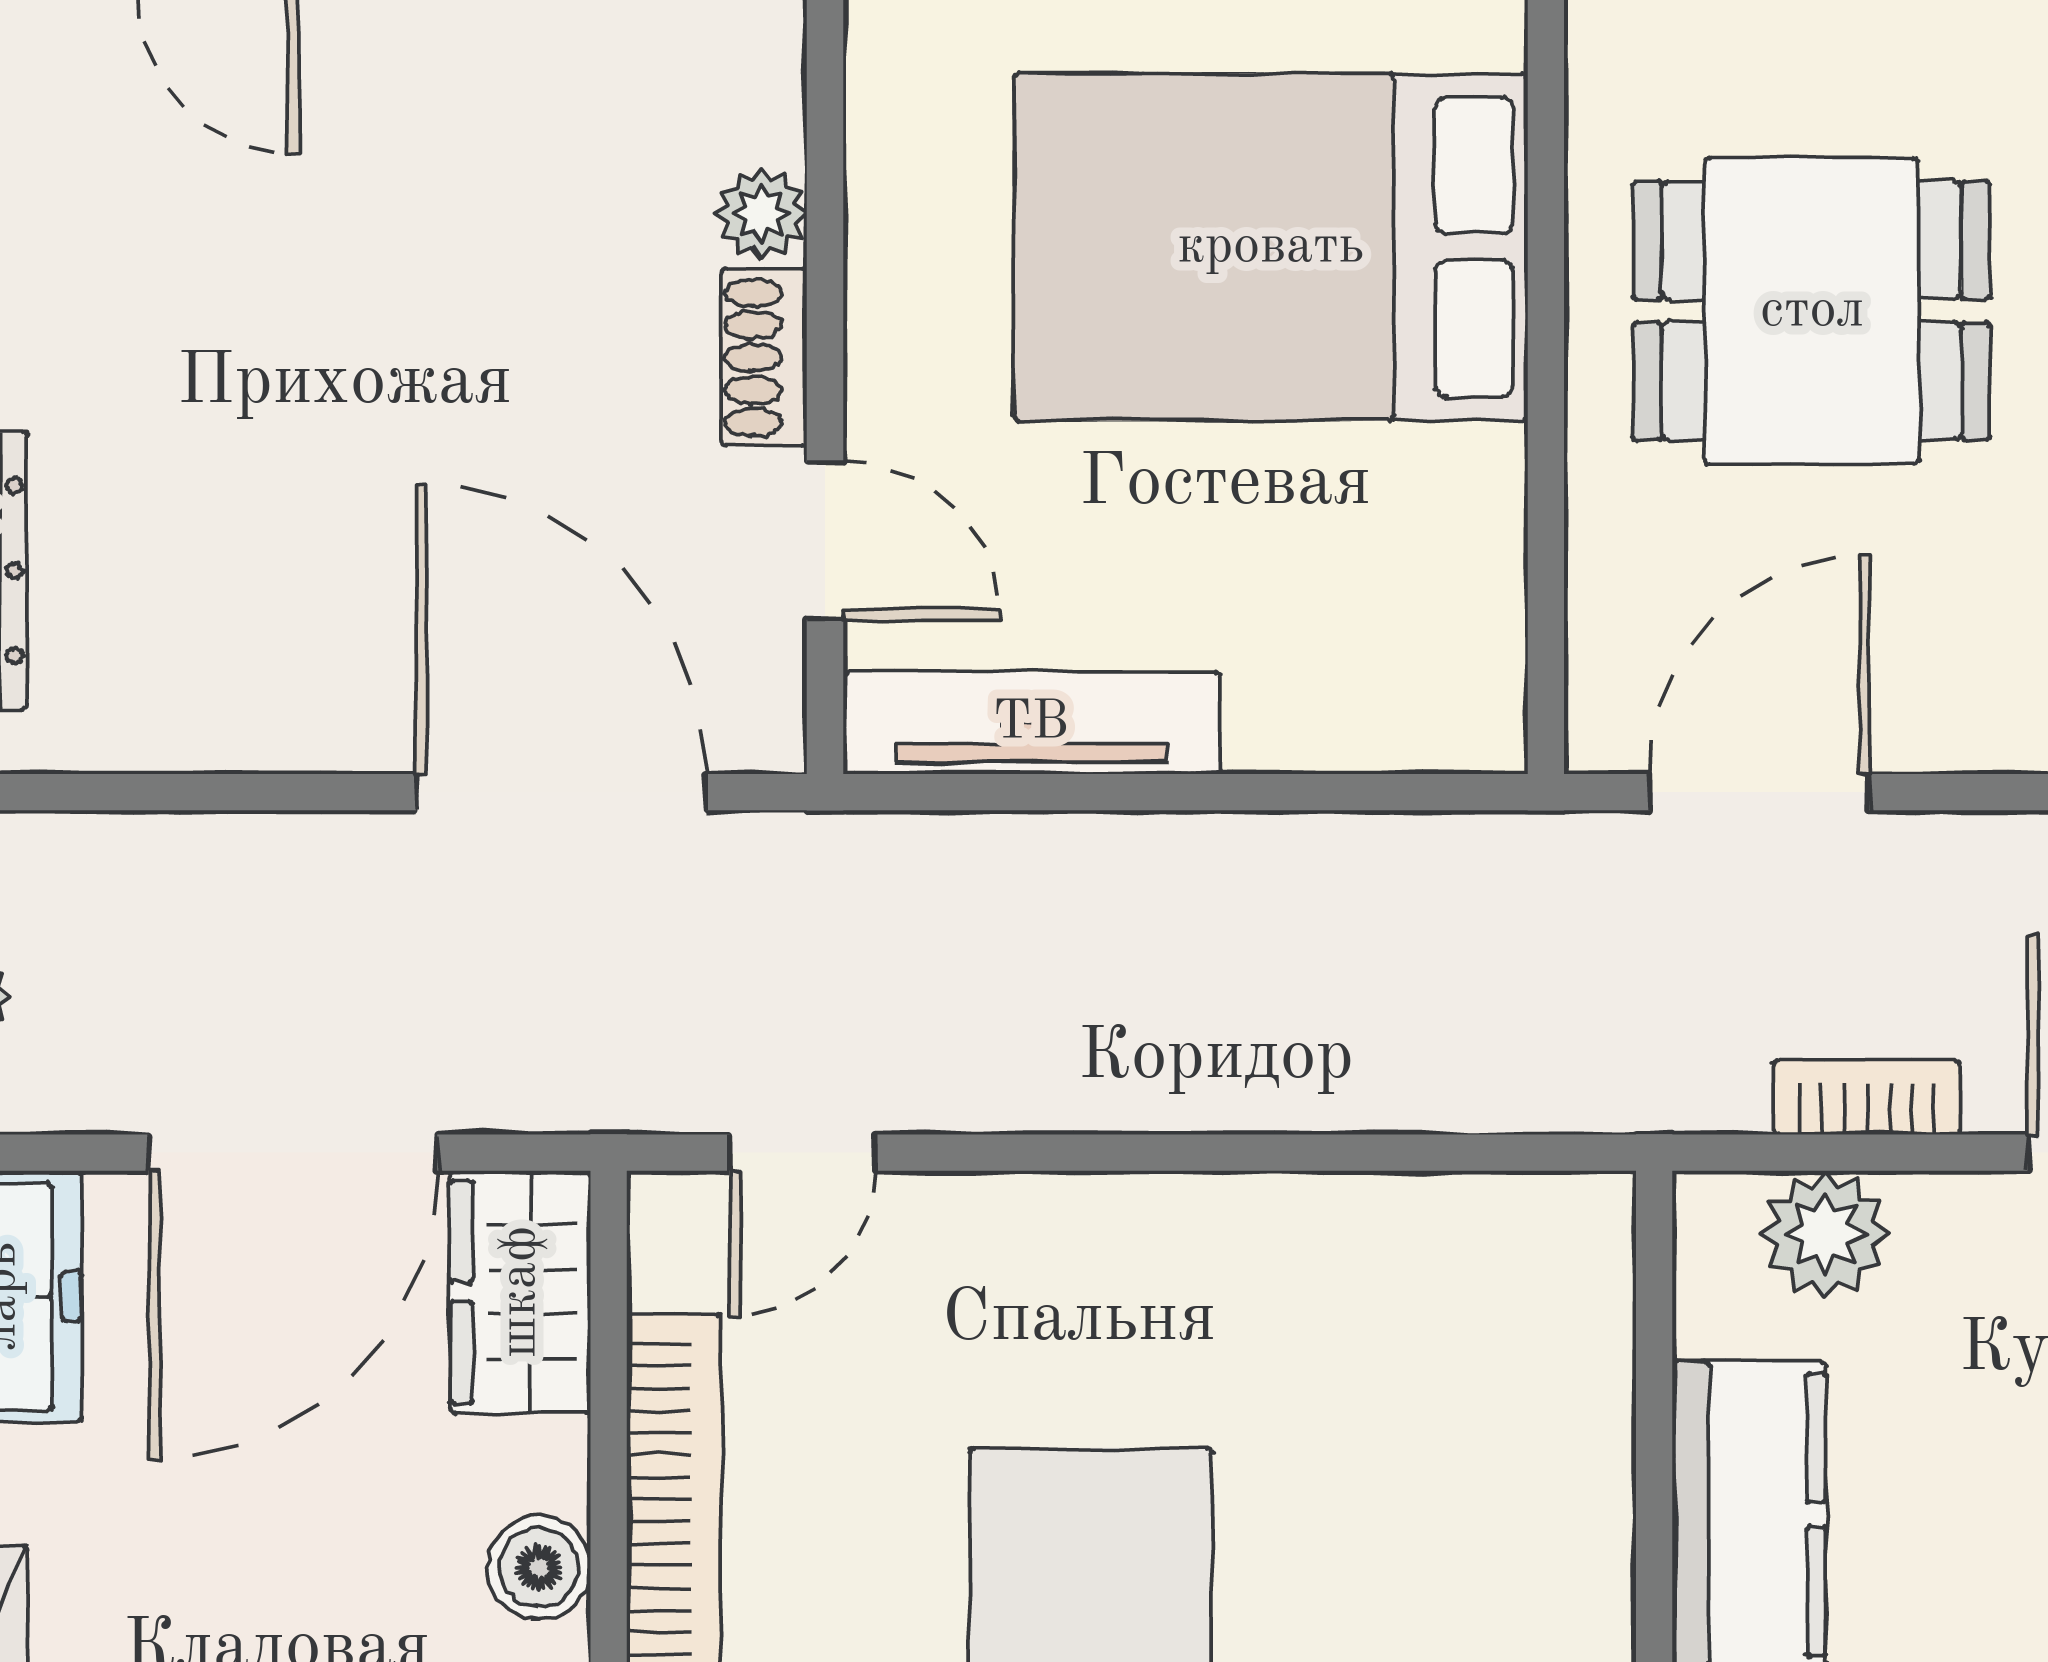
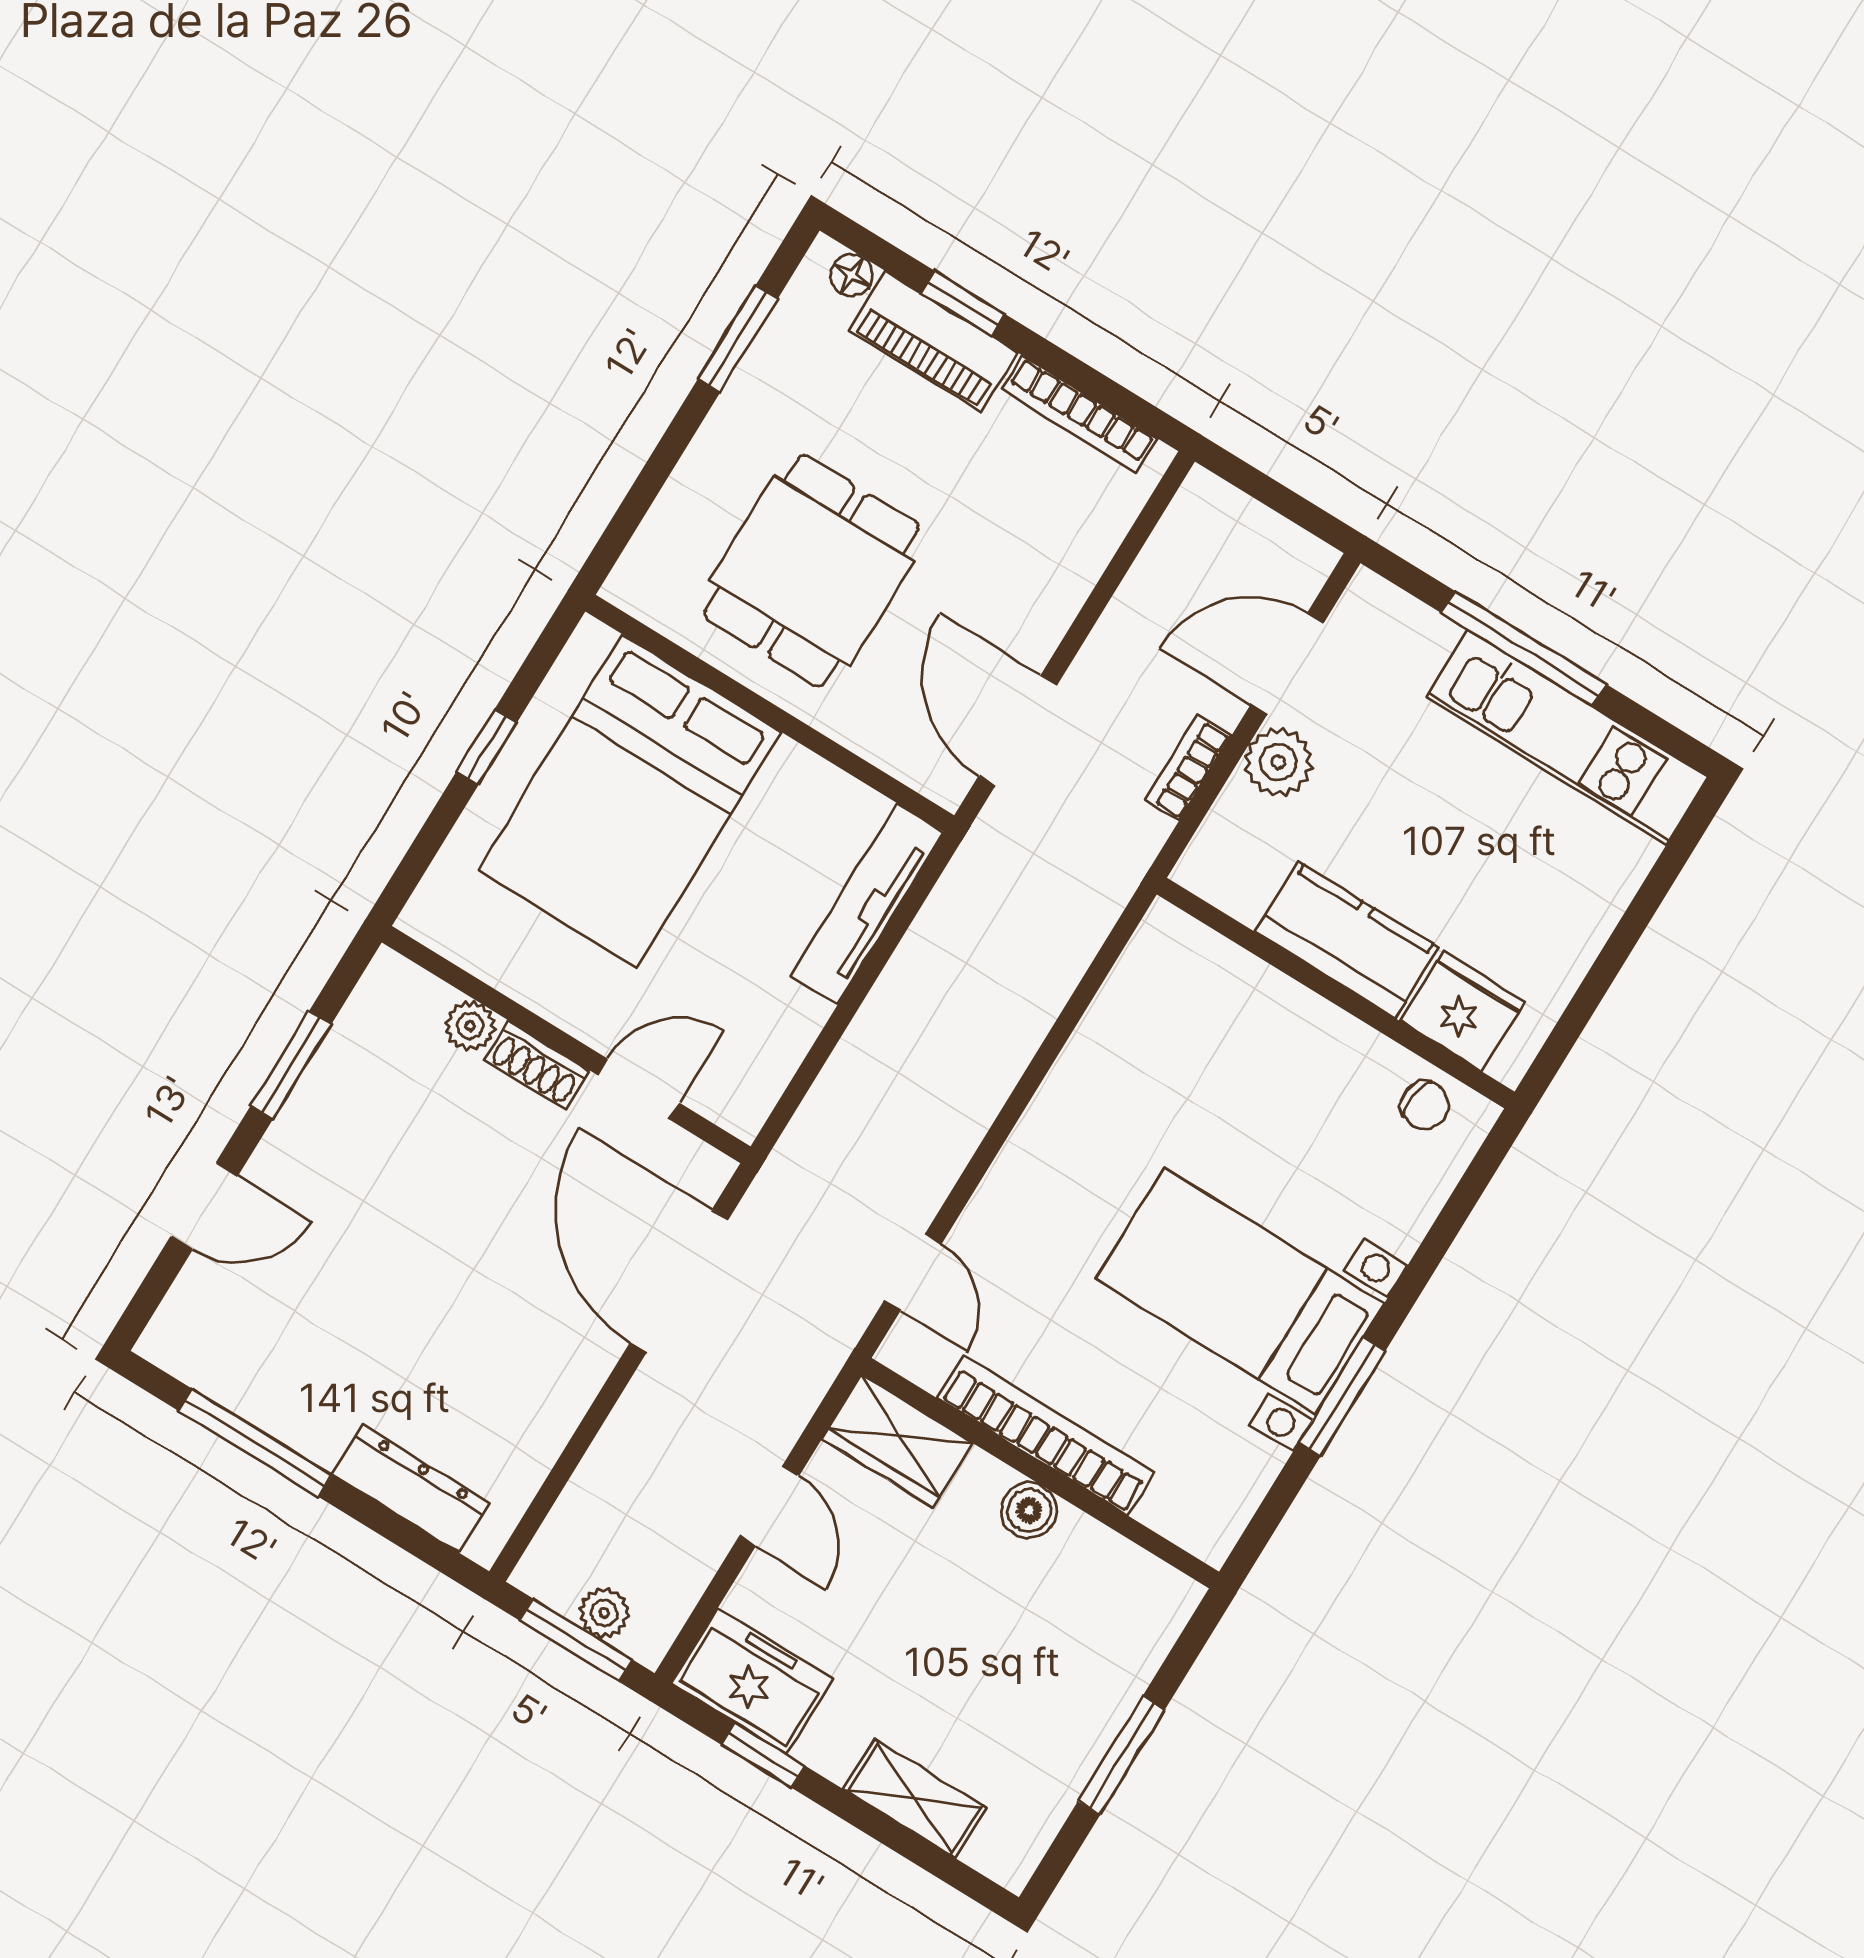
tv unit: (1031, 723) -> (867, 904), moved
door: (561, 792) -> (679, 1281), hinge flipped
door: (293, 1153) -> (769, 1506), width x0.53
plant: (1825, 1234) -> (1278, 762), moved

